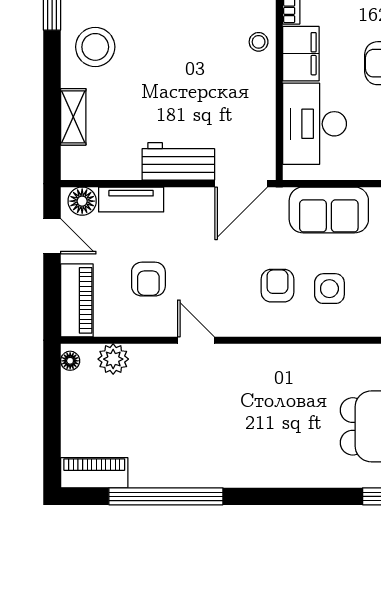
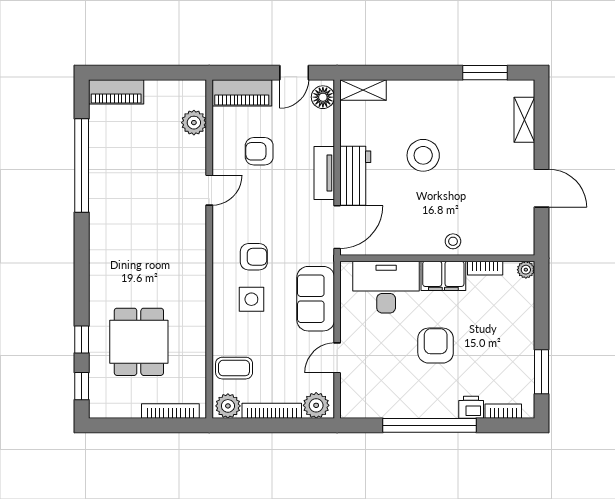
stool: (95, 47) -> (423, 155), moved
shelving: (73, 117) -> (363, 90), moved
door: (241, 184) -> (337, 227), swing flipped
tv unit: (131, 199) -> (324, 173), moved
floor lamp: (70, 361) -> (192, 87), removed
piano: (94, 473) -> (116, 92), moved, turned 90

